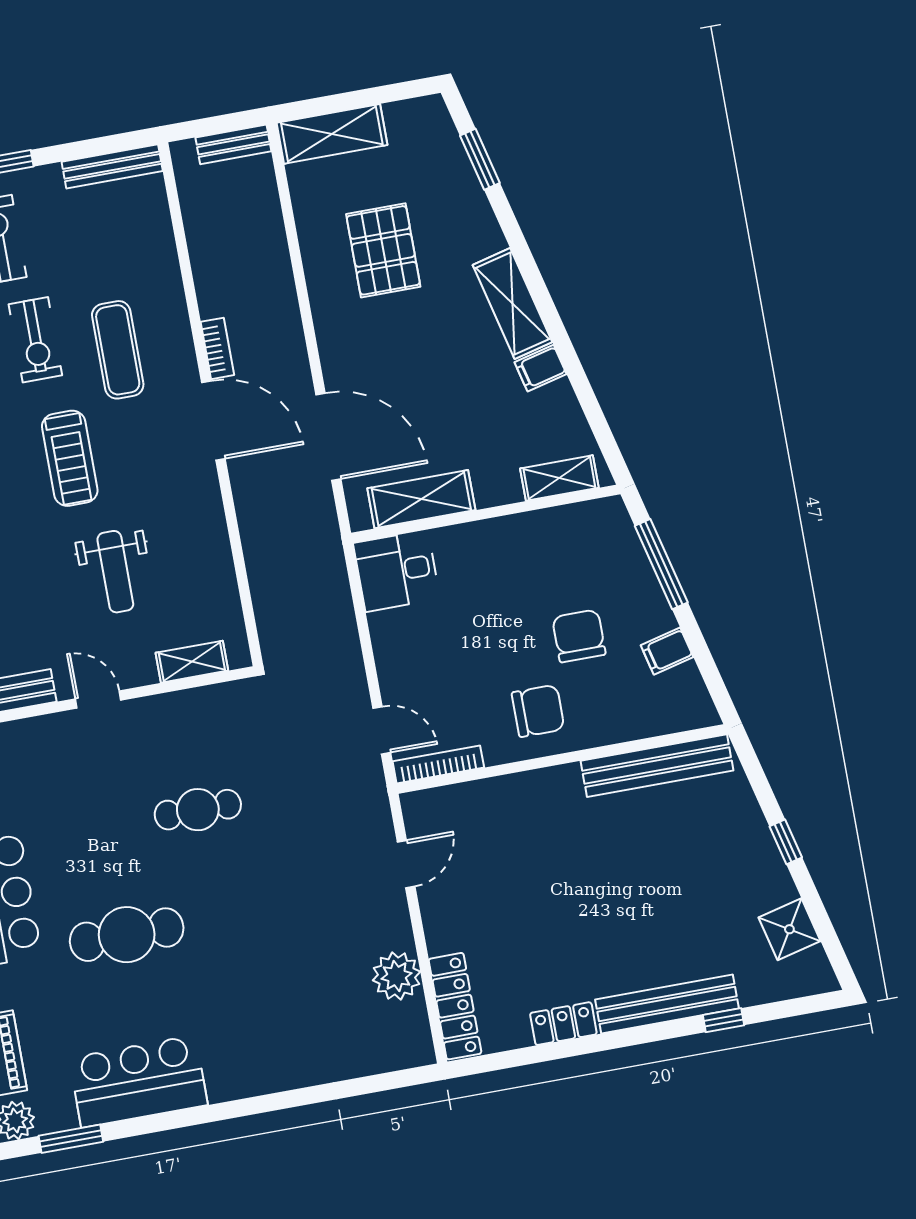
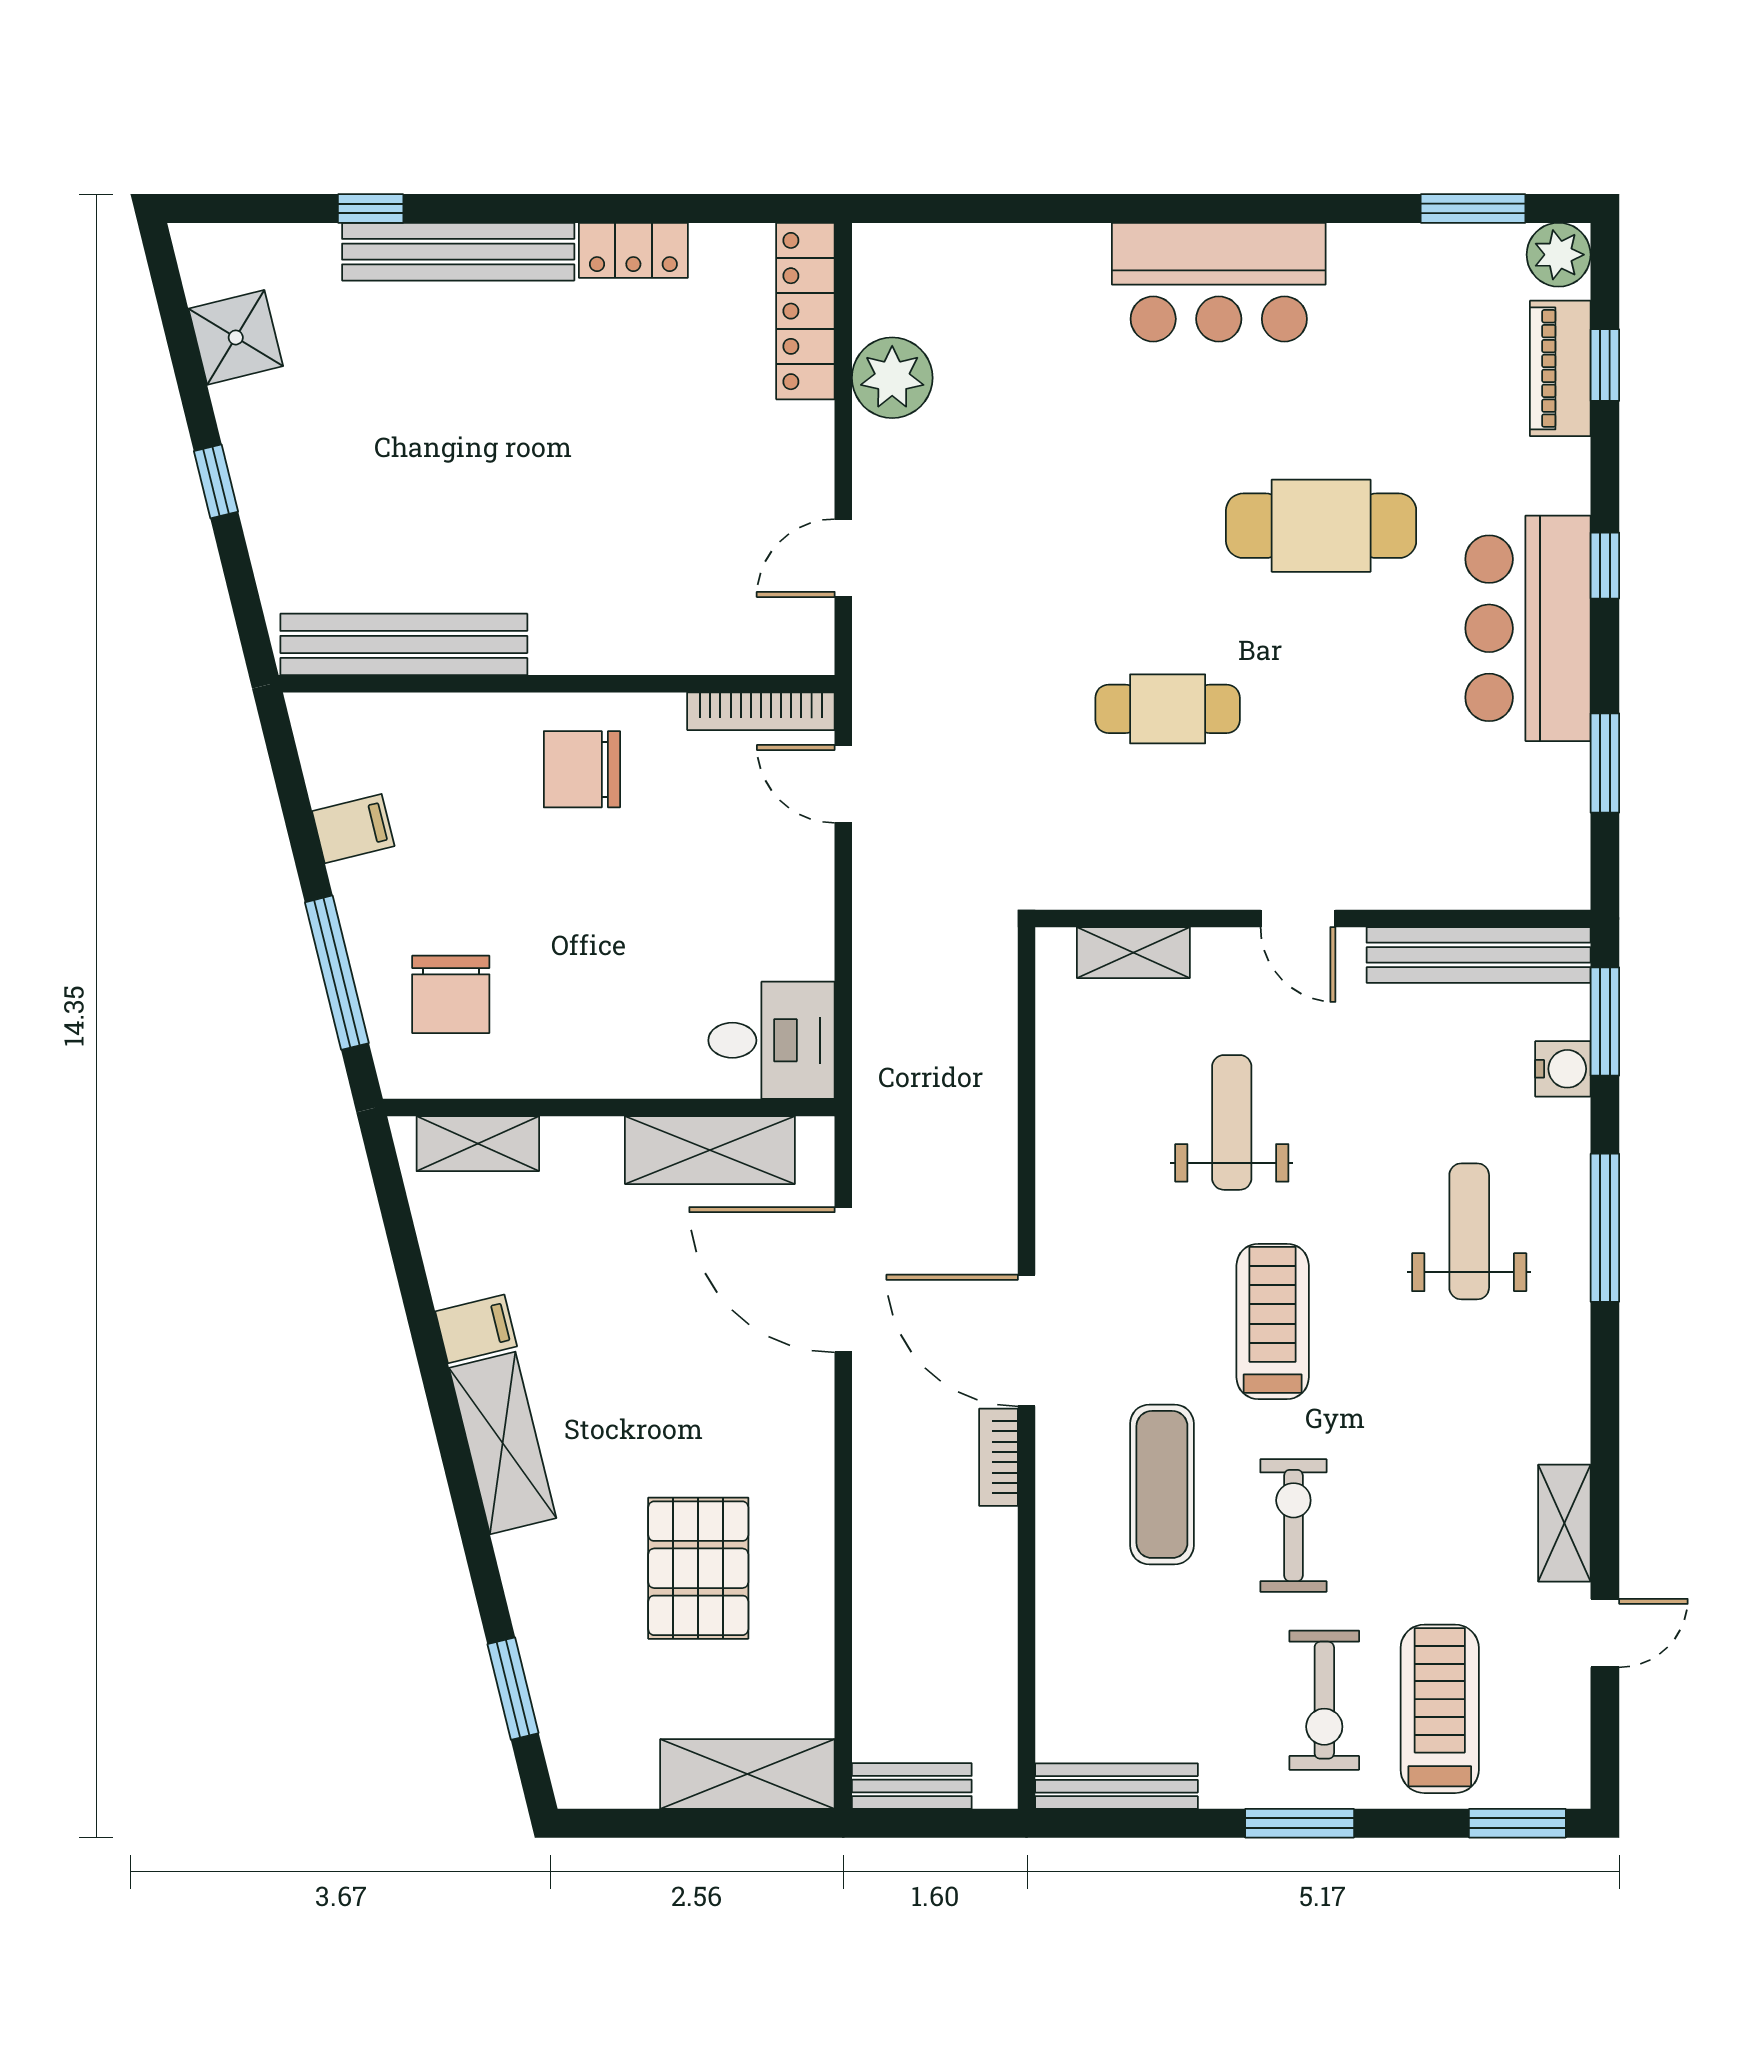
chair: (579, 636) -> (451, 994), moved
bar counter: (138, 1081) -> (1219, 282), moved

